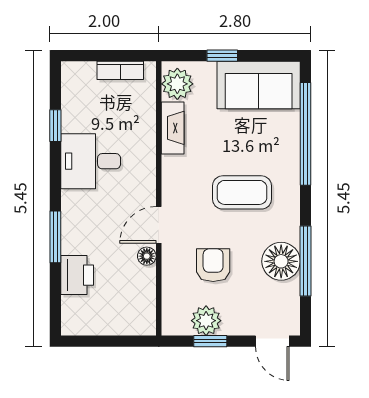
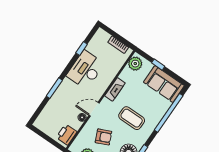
fireplace: (173, 128) -> (115, 89), moved
desk: (91, 161) -> (85, 70), width x1.37
armchair: (213, 265) -> (103, 137), turned 66
printer: (77, 275) -> (67, 135), moved, turned 180

